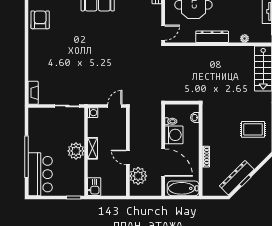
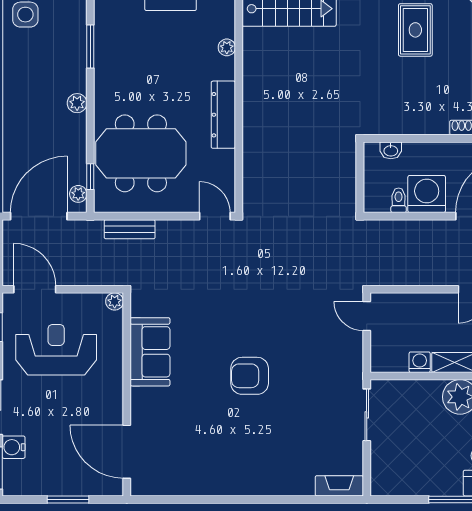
armchair: (40, 20) -> (250, 376), moved
washing machine: (93, 113) -> (420, 362), moved

